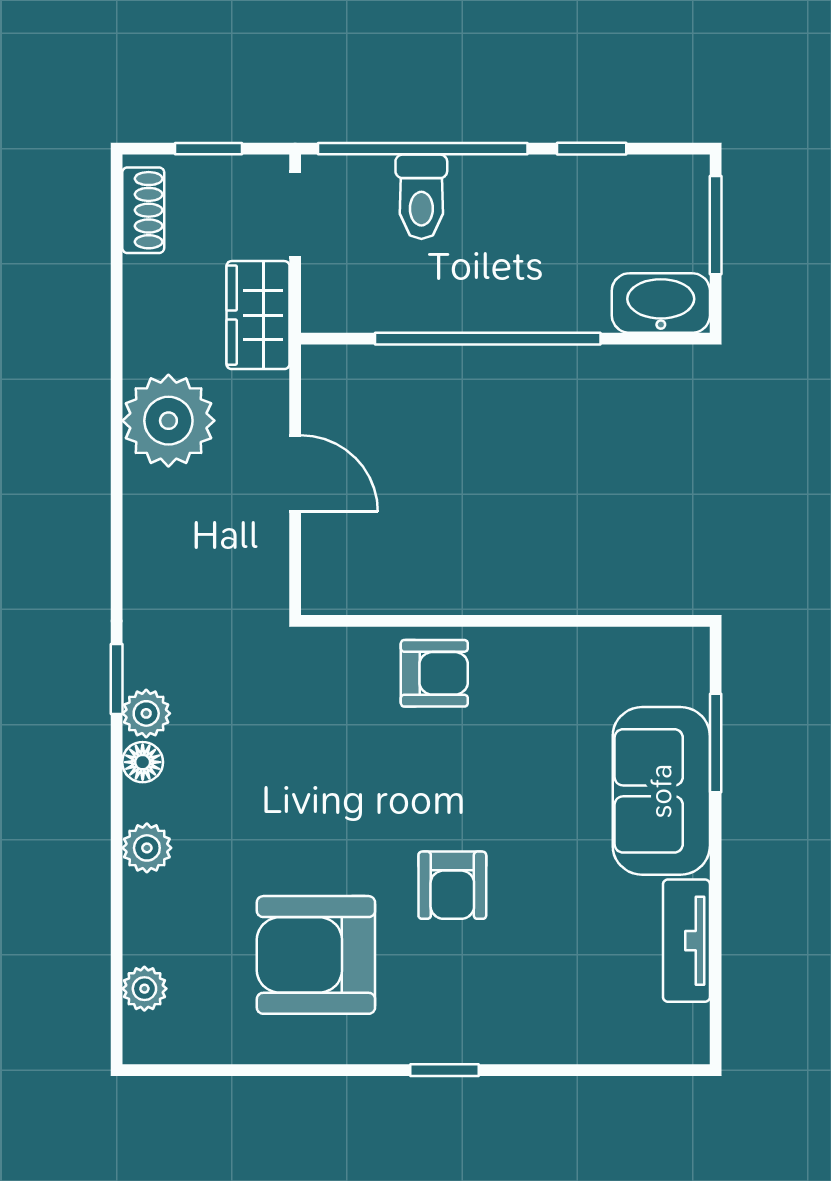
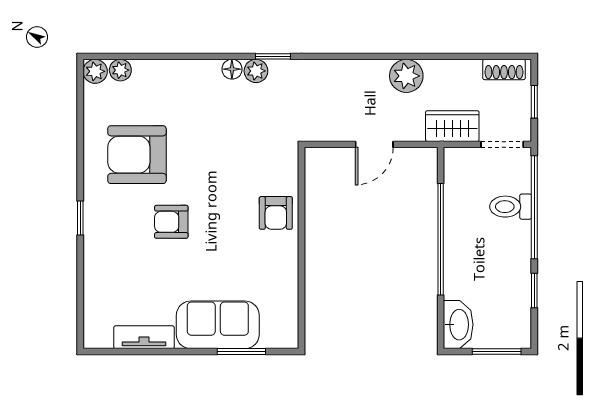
plant: (168, 421) -> (406, 76), width x0.73, depth x0.73
plant: (147, 848) -> (95, 71), moved
armchair: (316, 955) -> (137, 155), turned -90

